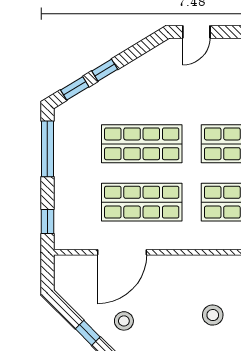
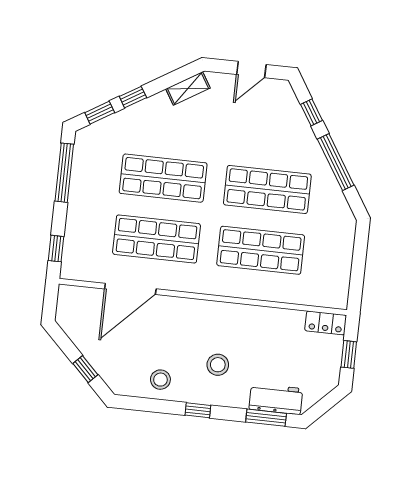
door: (196, 32) -> (251, 70), moved
shelving: (156, 56) -> (188, 88), added
stool: (124, 321) -> (160, 380), moved

